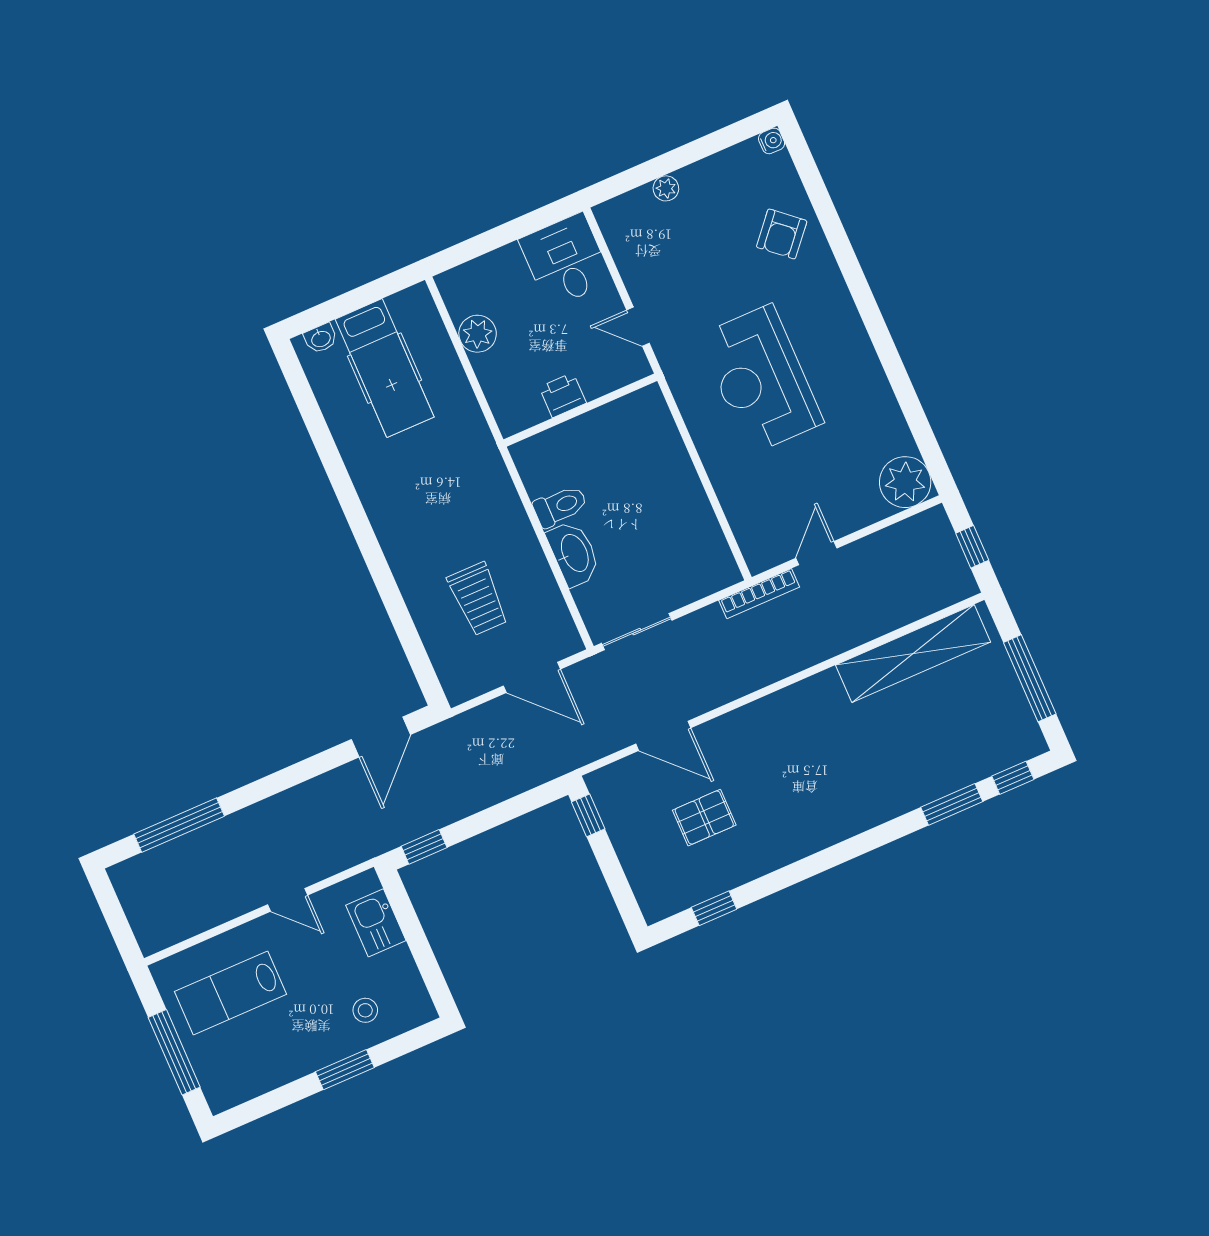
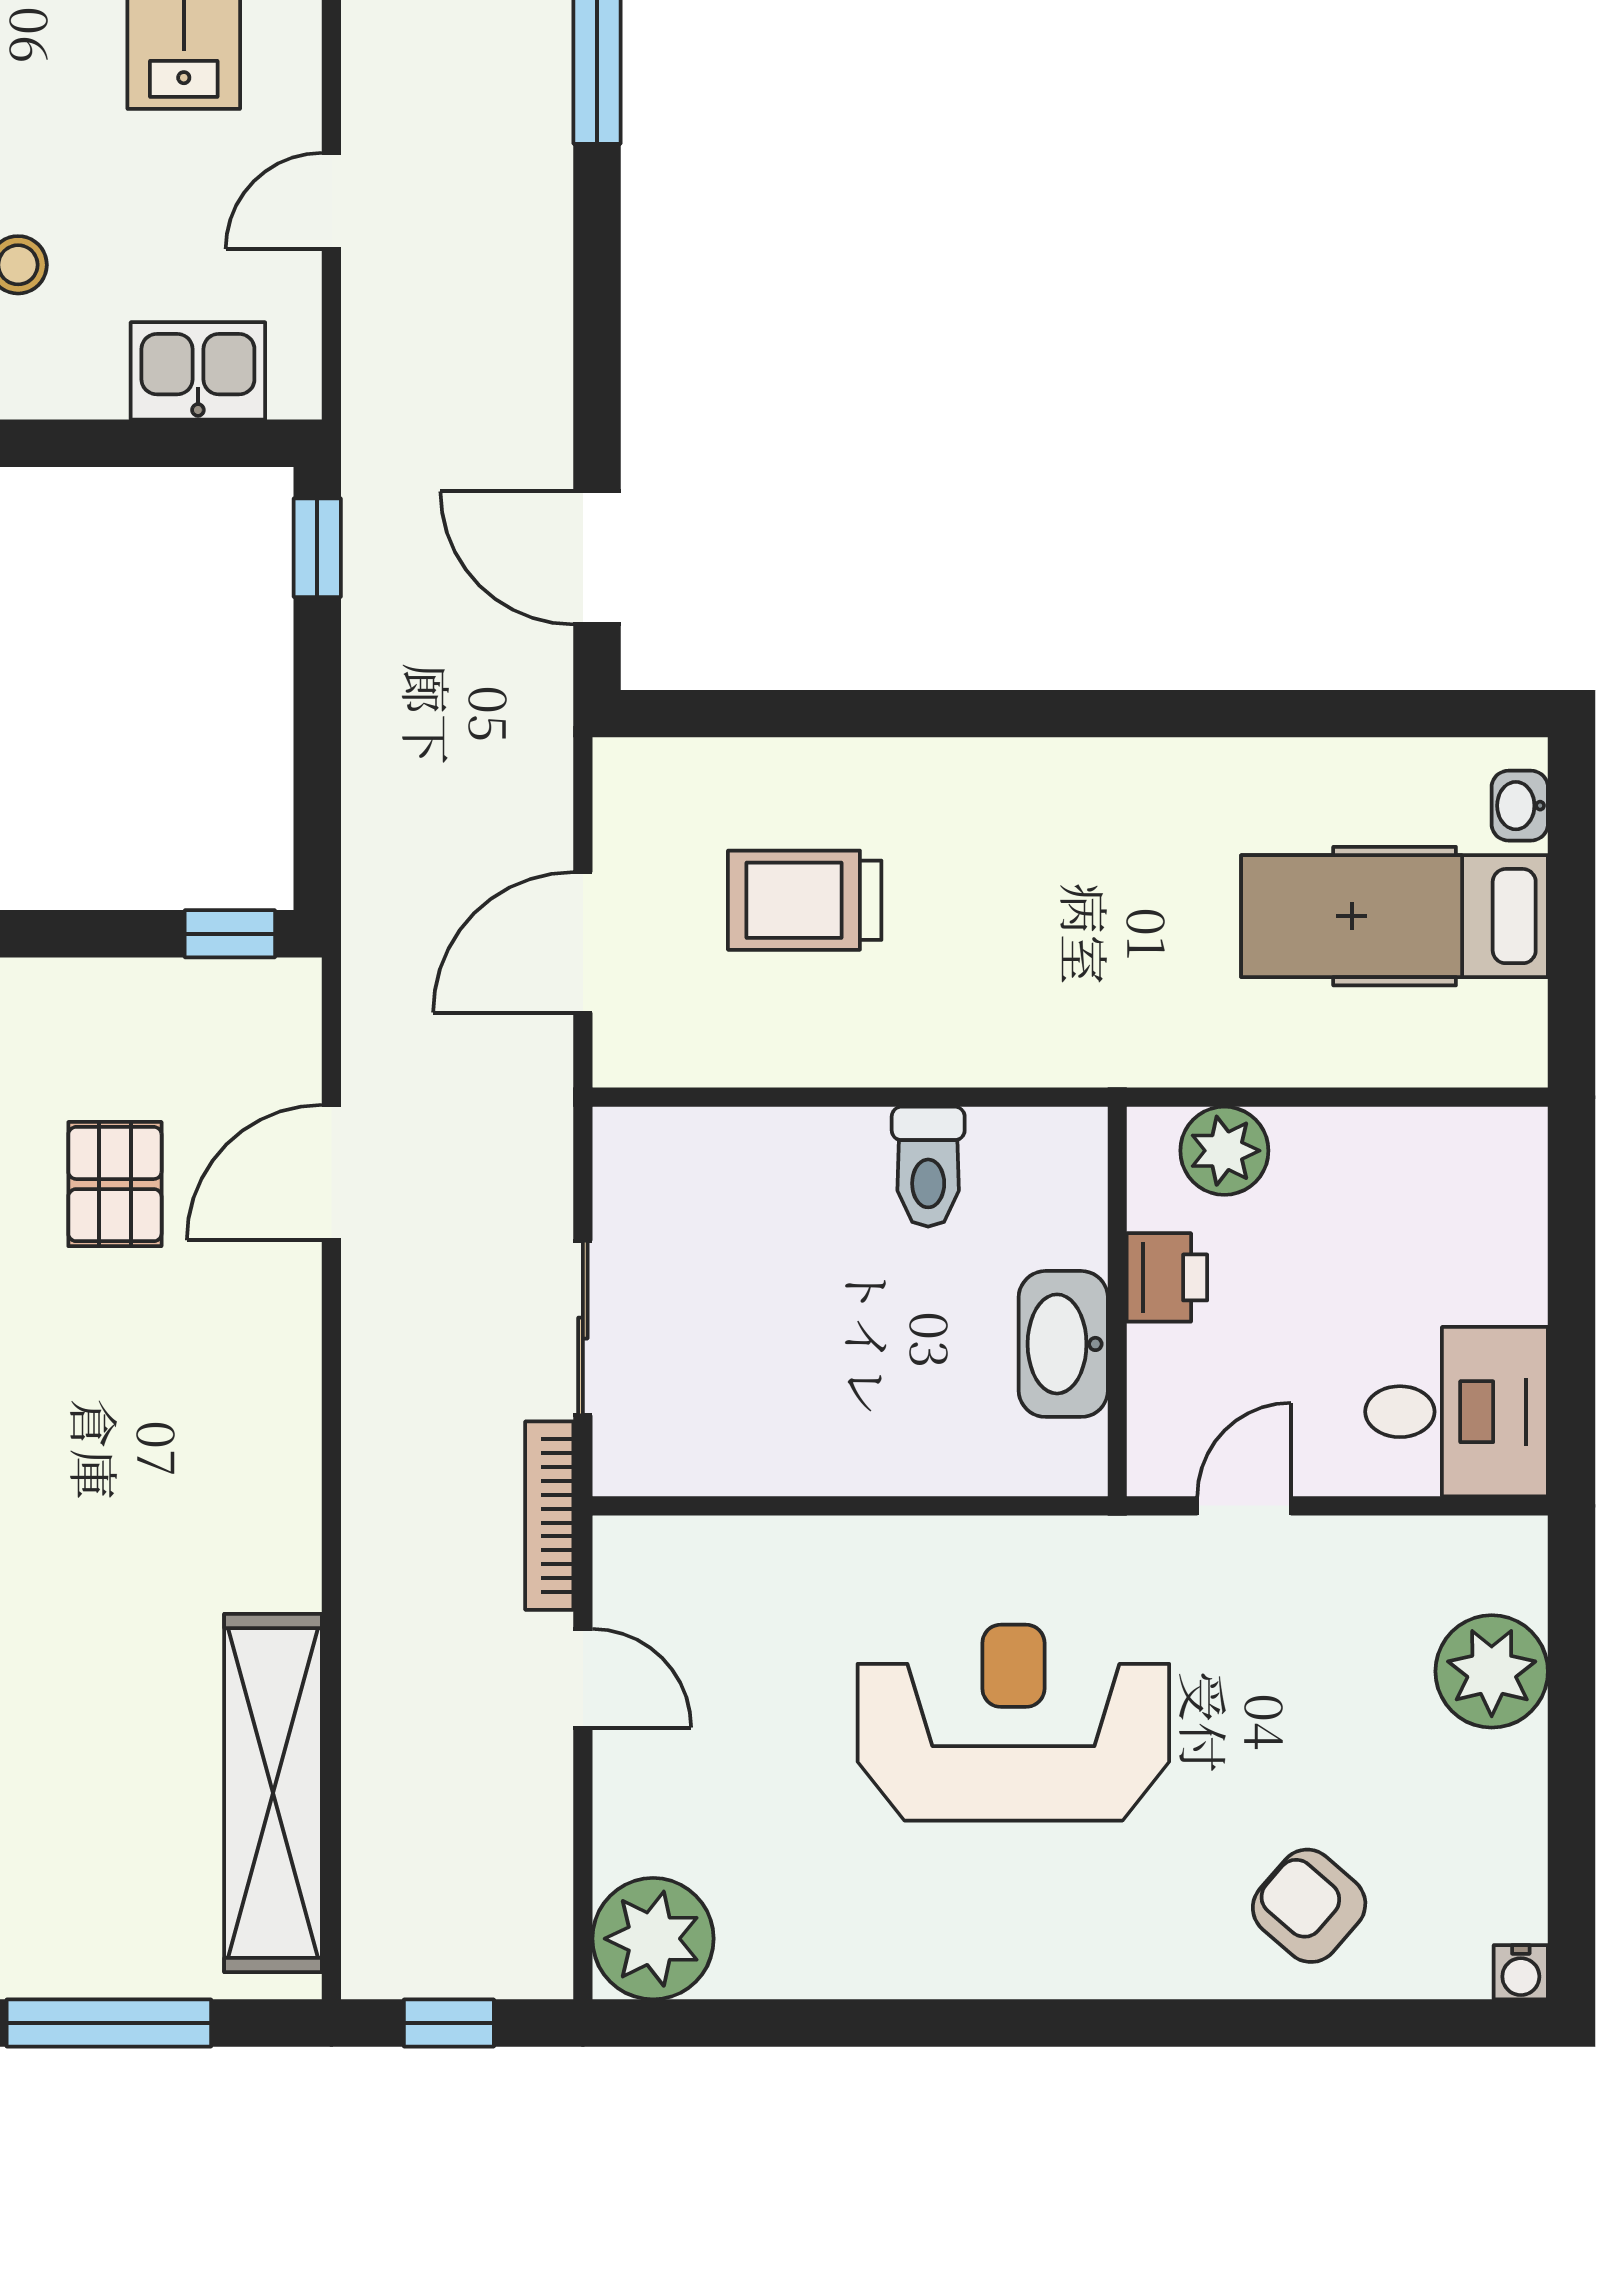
plant: (666, 188) -> (1492, 1671), width x1.88, depth x1.88
plant: (478, 334) -> (1224, 1151), moved
washbasin: (574, 553) -> (1063, 1344), moved, turned 90
sliding door: (637, 632) -> (583, 1328), moved

